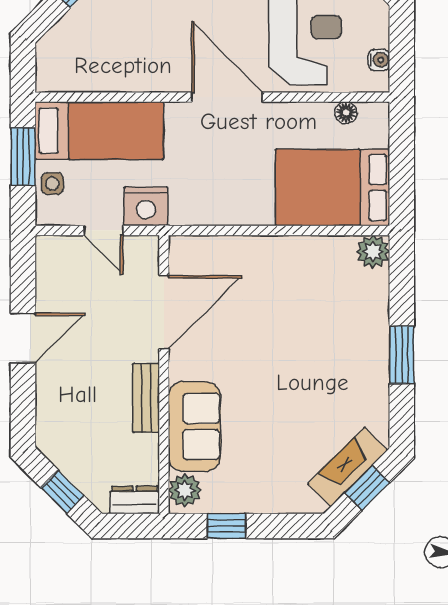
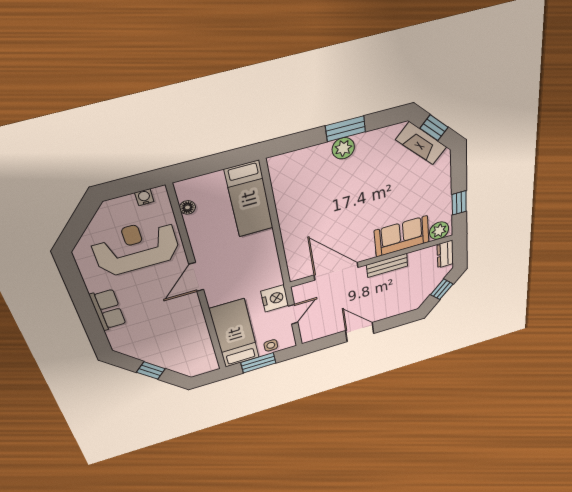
door: (227, 97) -> (196, 277), width x0.73
bed: (333, 188) -> (249, 199), width x0.67
plant: (373, 252) -> (343, 148), moved

